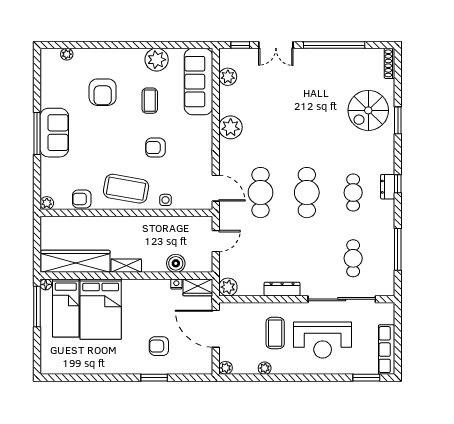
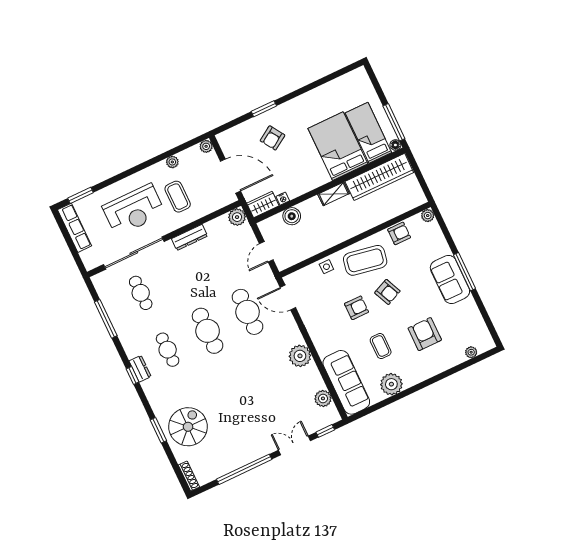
armchair: (119, 149) -> (387, 292), added
reception desk: (323, 340) -> (134, 210), turned 180
armchair: (159, 346) -> (273, 138), turned 147

